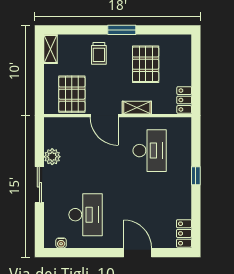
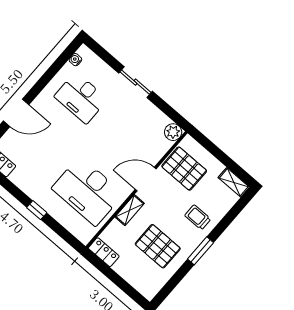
desk: (150, 151) -> (88, 191), width x1.36, depth x1.30
plant: (52, 157) -> (173, 132), moved

